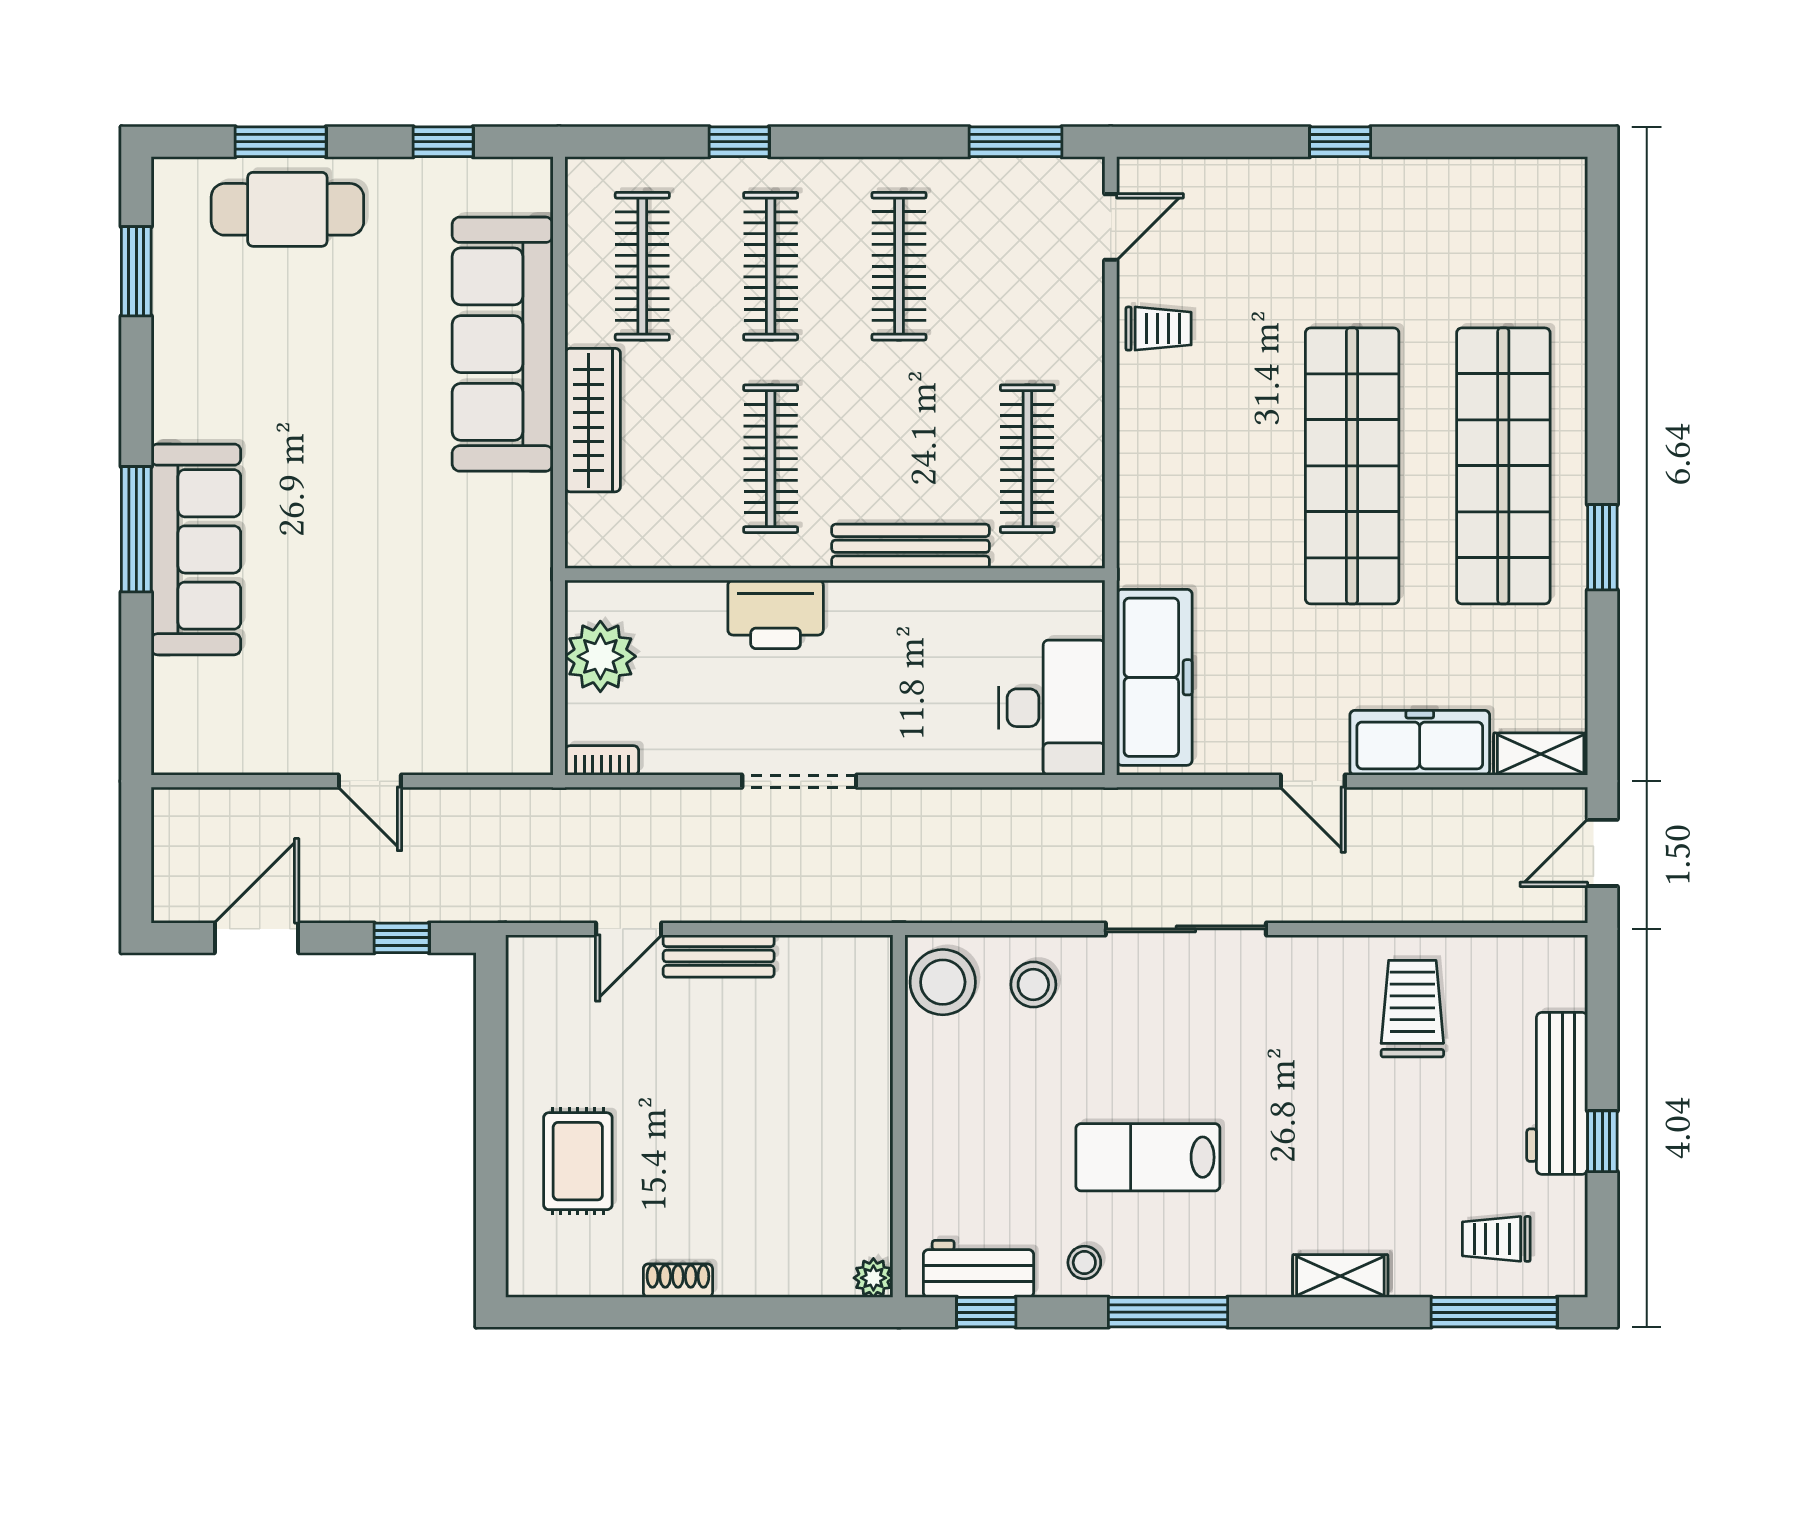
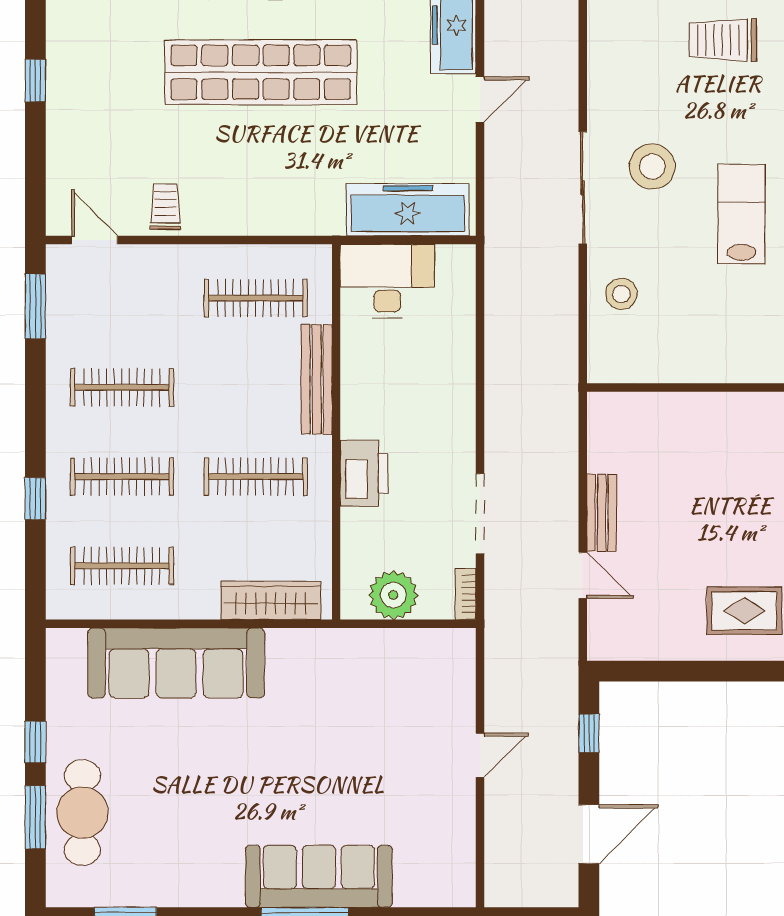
window: (443, 142) -> (35, 742), moved
wardrobe: (593, 420) -> (271, 600), moved
desk: (1052, 708) -> (387, 281), moved
doorway: (799, 781) -> (480, 514), moved
door: (256, 938) -> (589, 834), swing flipped
stool: (943, 982) -> (652, 167), moved
trolley: (1412, 1009) -> (723, 40), moved
lab bench: (1148, 1157) -> (742, 214), turned 180

